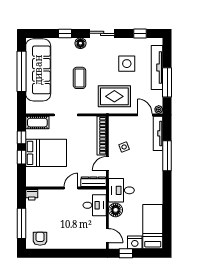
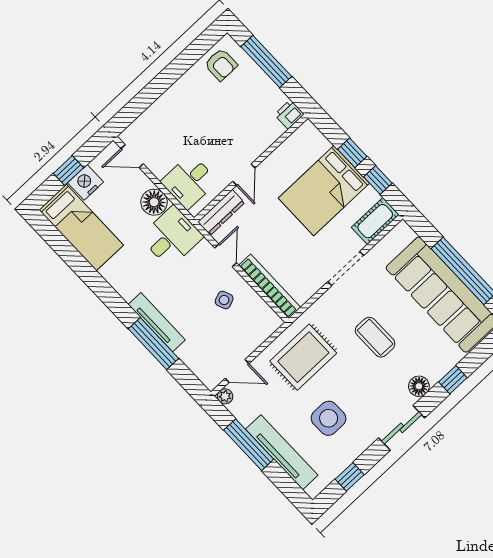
tv unit: (158, 133) -> (157, 322), moved
window: (126, 253) -> (68, 171), moved

